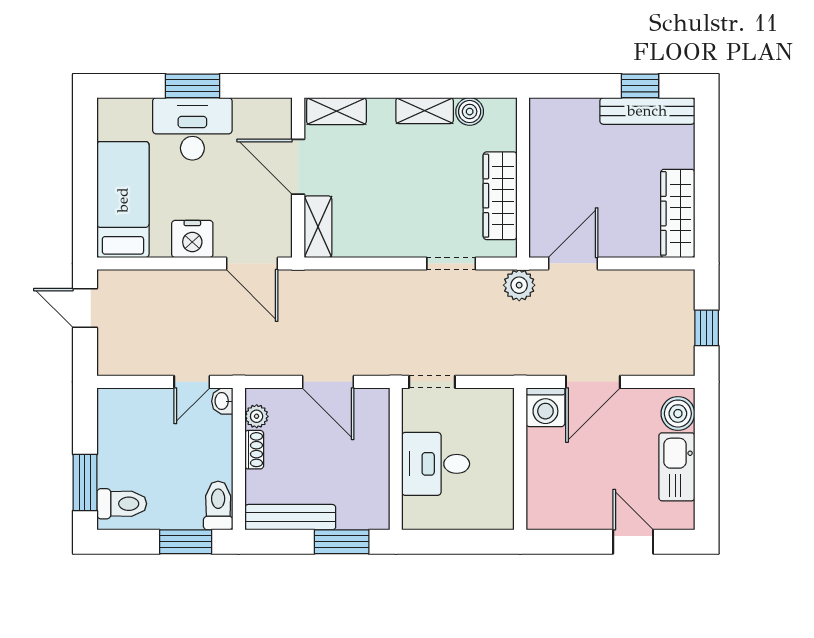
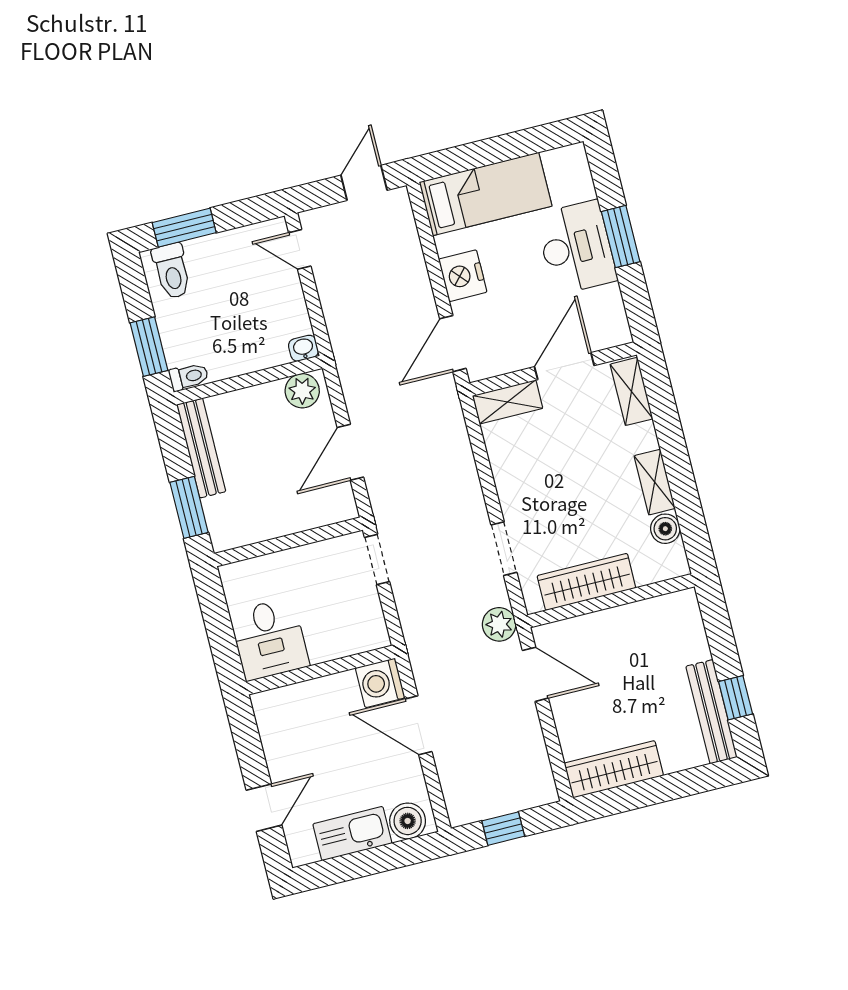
door: (192, 382) -> (300, 249), moved
plant: (257, 416) -> (302, 391), width x1.38, depth x1.38
shoe rack: (254, 450) -> (262, 394), removed
desk: (436, 464) -> (269, 639), moved, turned 180
toilet: (218, 506) -> (189, 377), width x0.73, depth x0.72

